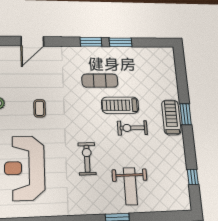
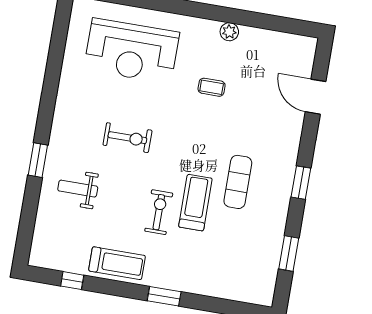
window: (120, 42) -> (289, 253), moved
treadmill: (171, 117) -> (117, 263), moved
reception desk: (25, 168) -> (132, 51), turned 180
weight bench: (130, 186) -> (78, 189), width x0.73, depth x0.75

